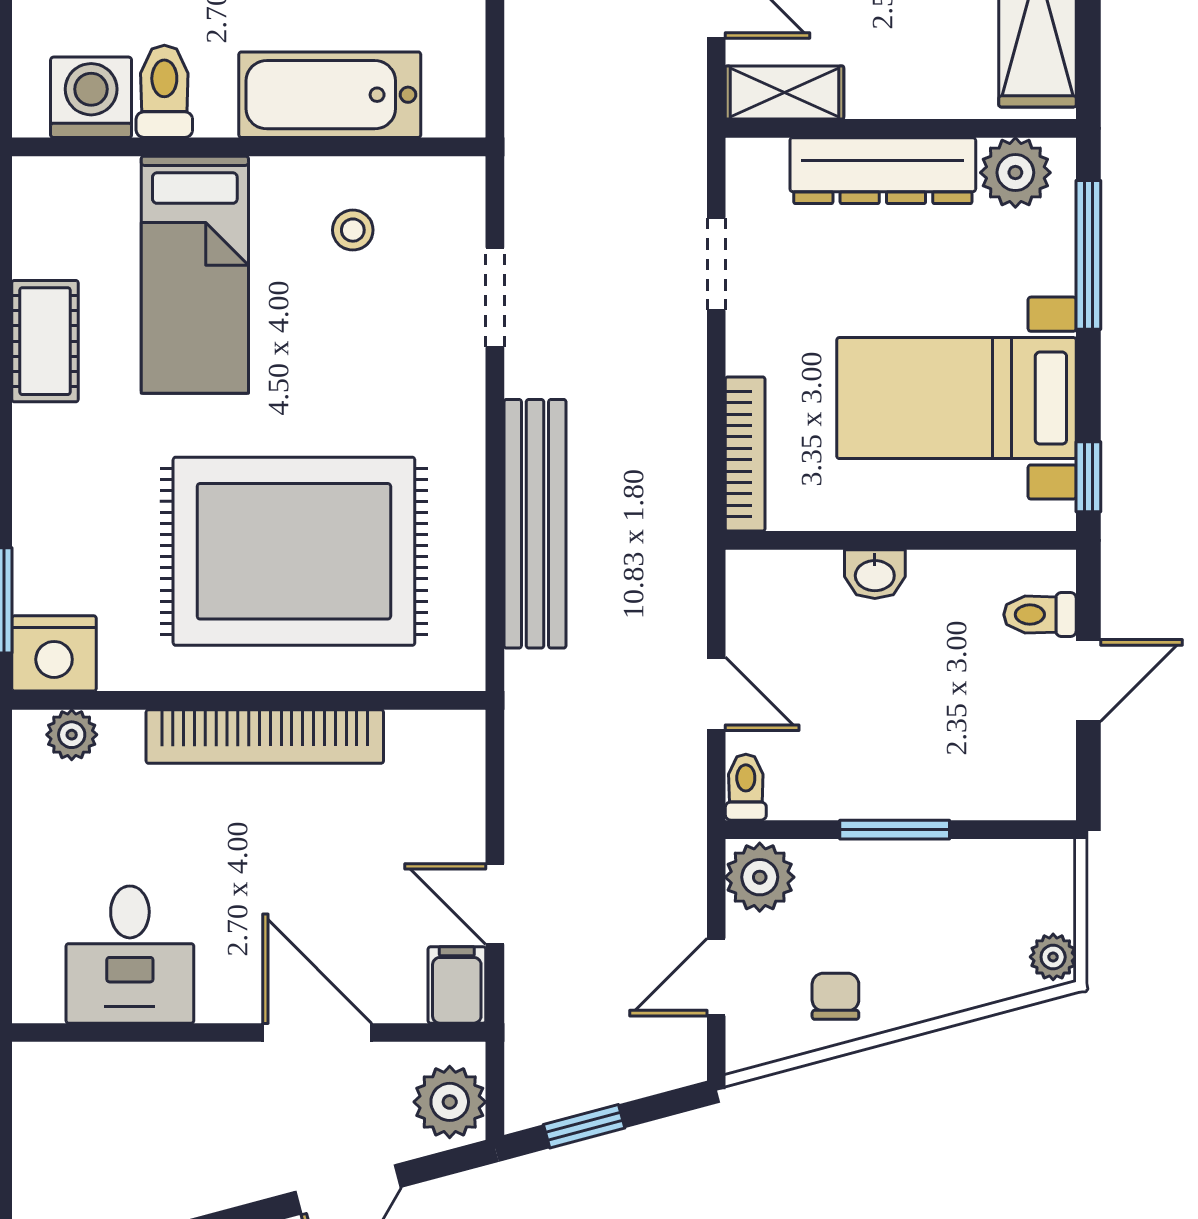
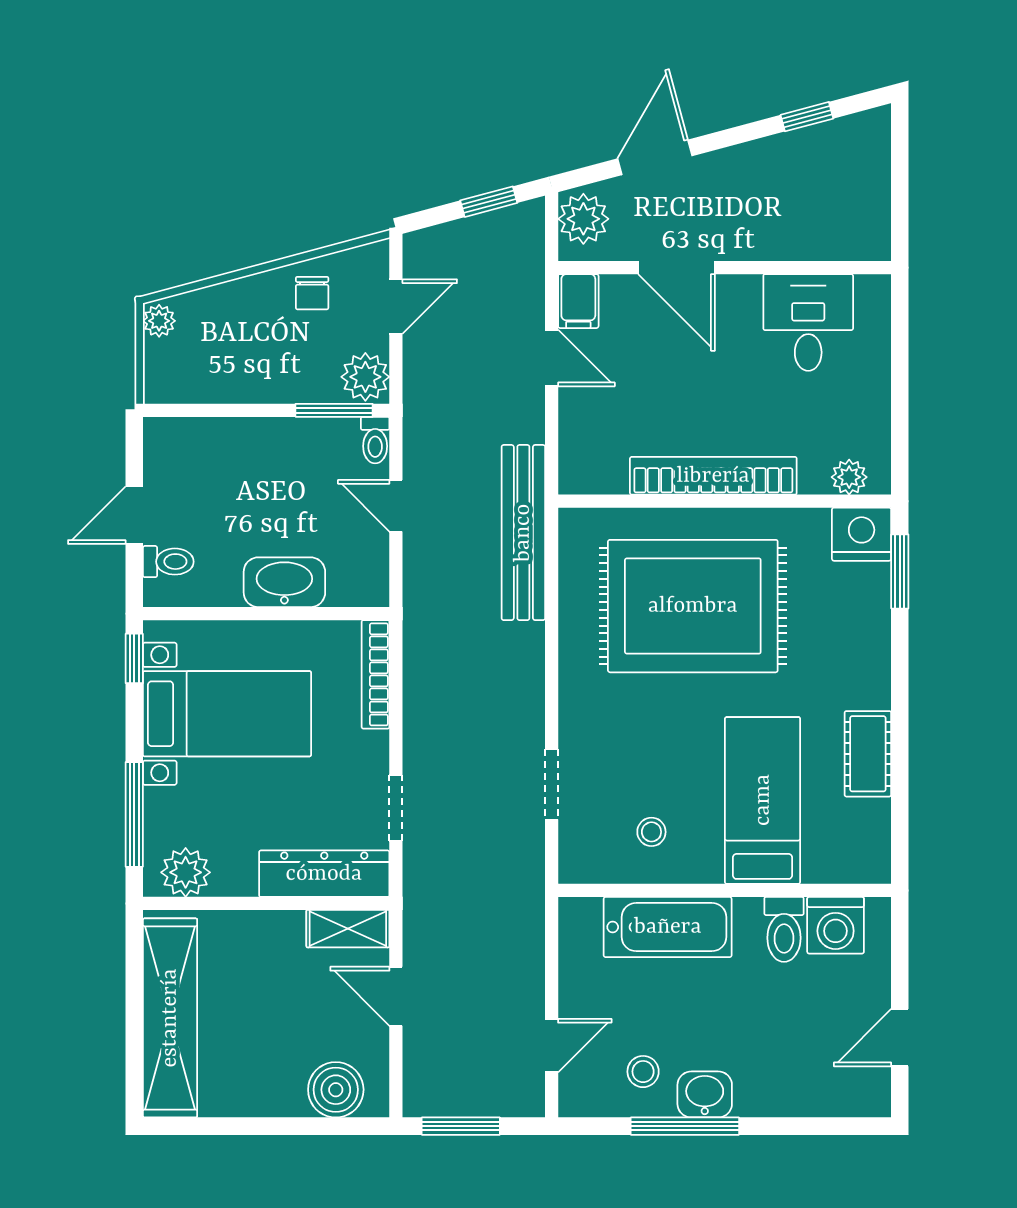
dresser: (883, 171) -> (324, 874), moved
bench: (535, 524) -> (523, 533), moved
washbasin: (875, 574) -> (284, 582), width x1.91, depth x1.45
window: (895, 830) -> (334, 410), moved

